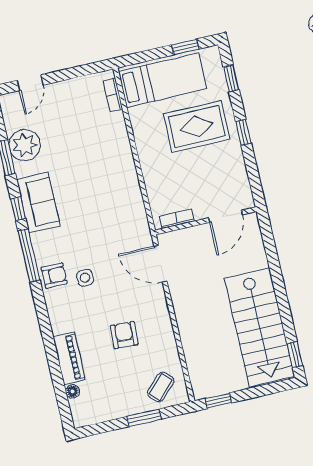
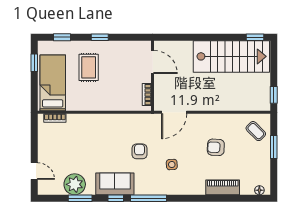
rug: (197, 127) -> (89, 67), width x0.73, depth x0.70
armchair: (54, 276) -> (139, 151), moved
floor lamp: (73, 391) -> (259, 190), moved

